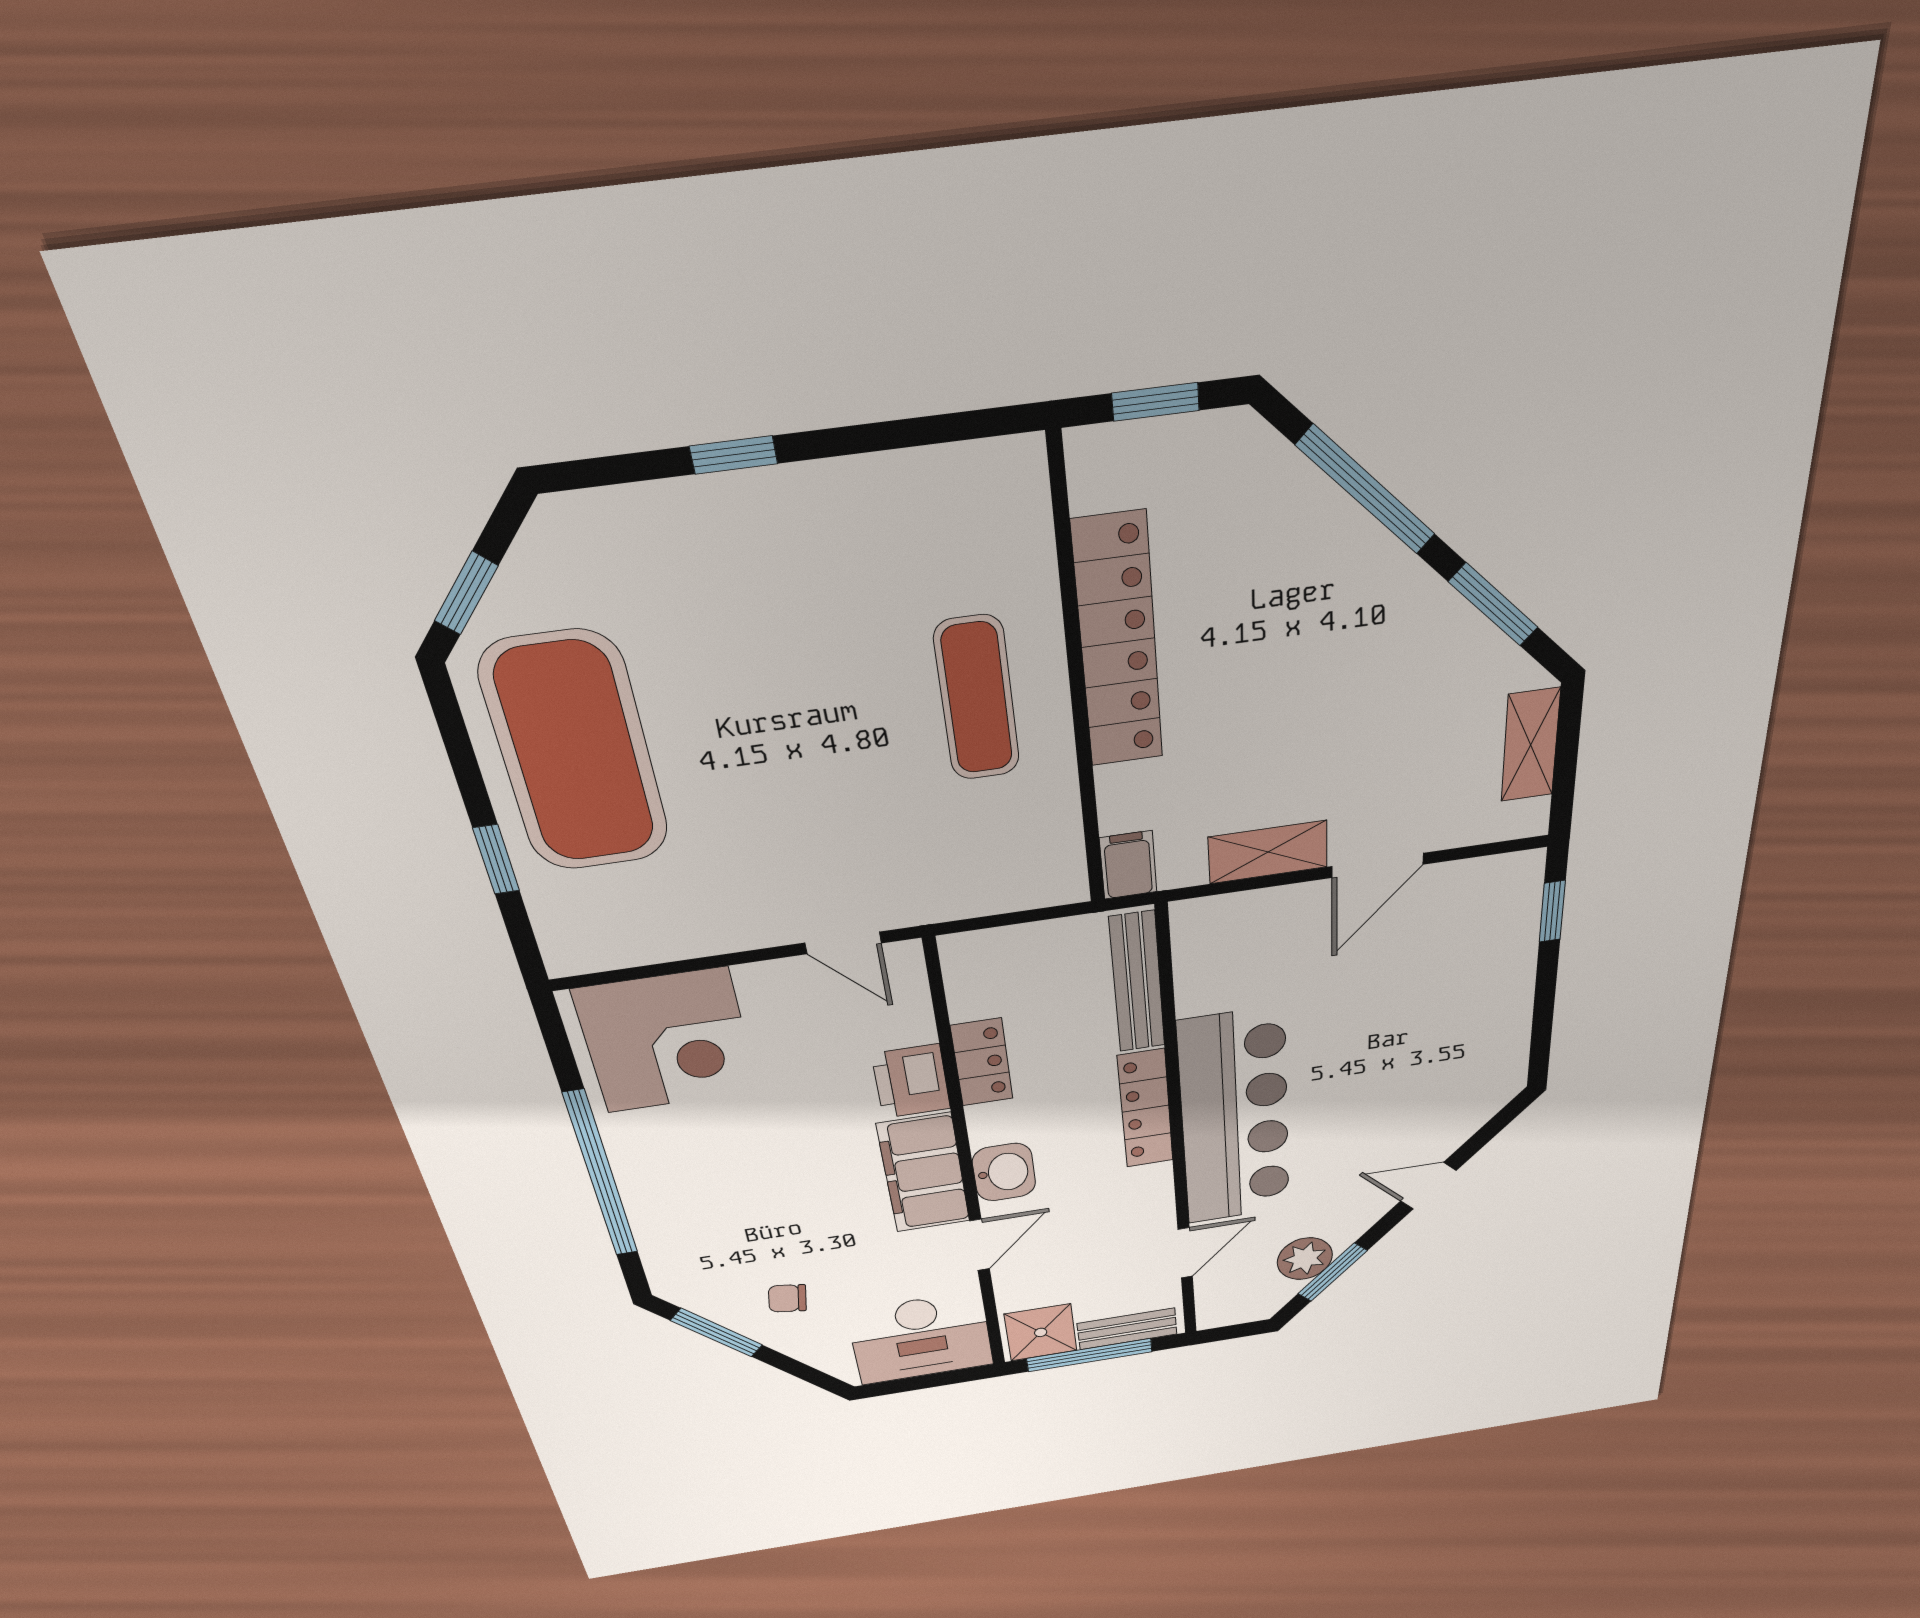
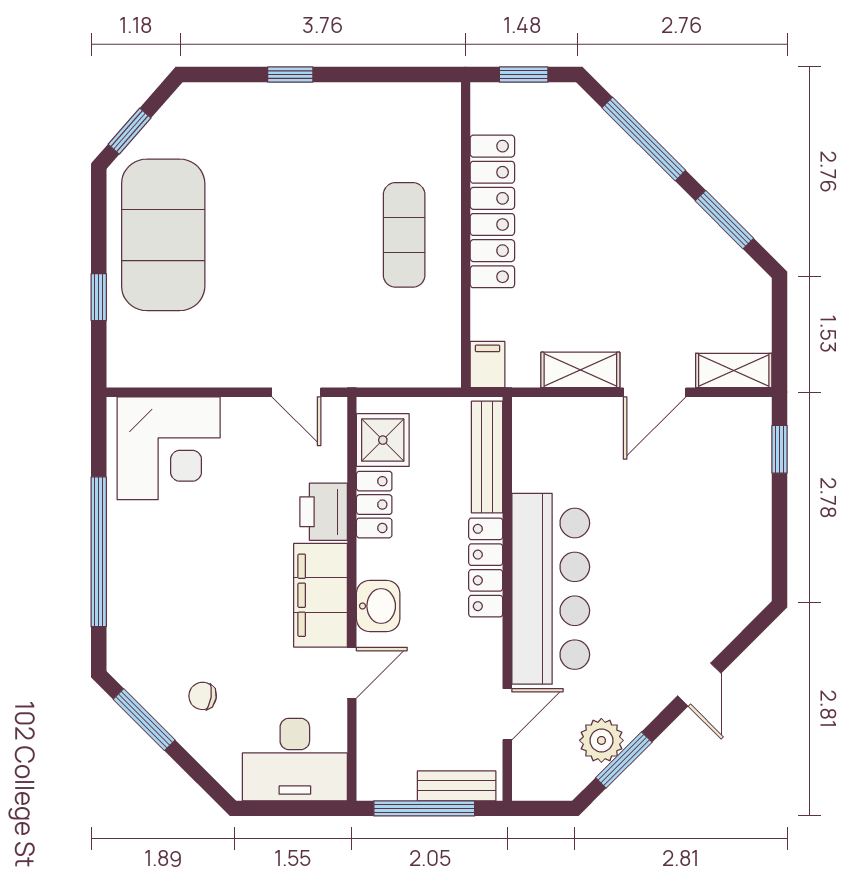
shelving: (1531, 745) -> (734, 370), moved, turned 90
door: (1428, 1186) -> (699, 685), swing flipped
shower: (1041, 1332) -> (383, 440), moved

